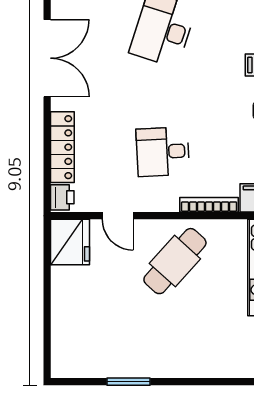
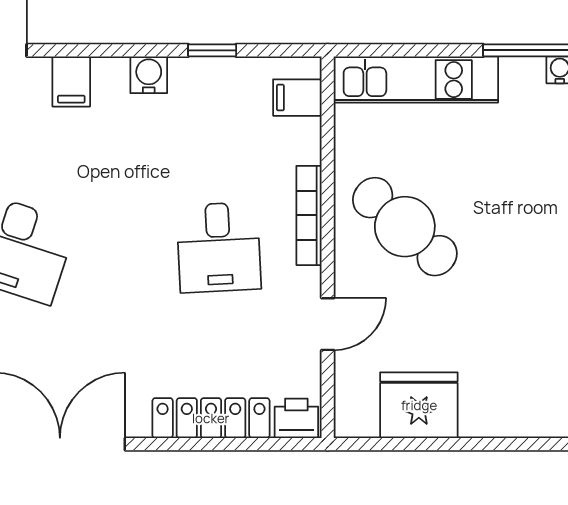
bookcase: (209, 205) -> (309, 215), moved
fridge: (70, 242) -> (419, 405), moved

